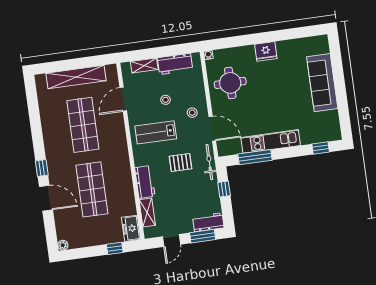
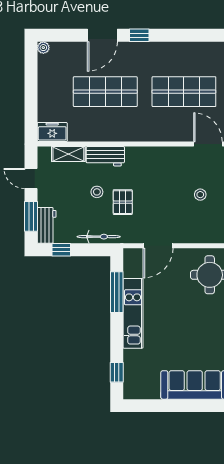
stool: (192, 113) -> (97, 192), moved
lab bench: (156, 132) -> (163, 177), removed
bicycle: (209, 162) -> (99, 237), moved
window: (224, 189) -> (61, 250), moved
window: (115, 248) -> (31, 109), removed

